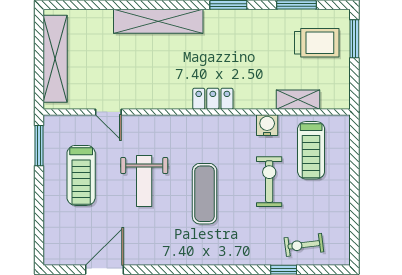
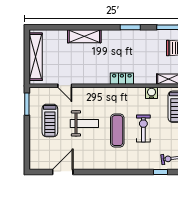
shelving: (158, 21) -> (84, 36), width x0.68
weight bench: (144, 181) -> (84, 123), turned -90
exercise bike: (269, 182) -> (143, 129), moved

